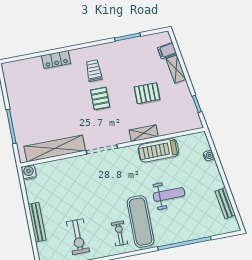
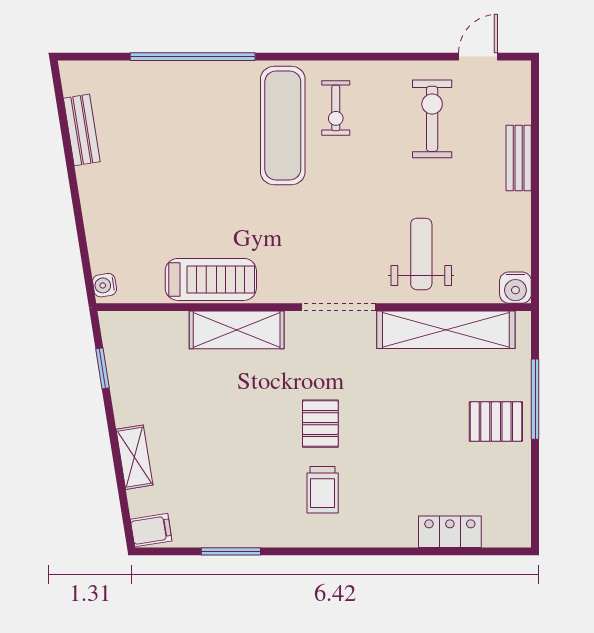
filing cabinet: (167, 51) -> (151, 530), moved
locker: (56, 59) -> (450, 532), moved
pallet: (147, 93) -> (496, 422), moved
shelving: (144, 133) -> (237, 330), width x1.50, depth x1.33
water cooler: (209, 156) -> (105, 285), moved
weight bench: (169, 194) -> (421, 254), moved, turned 90
bench: (37, 222) -> (519, 158), width x0.73

